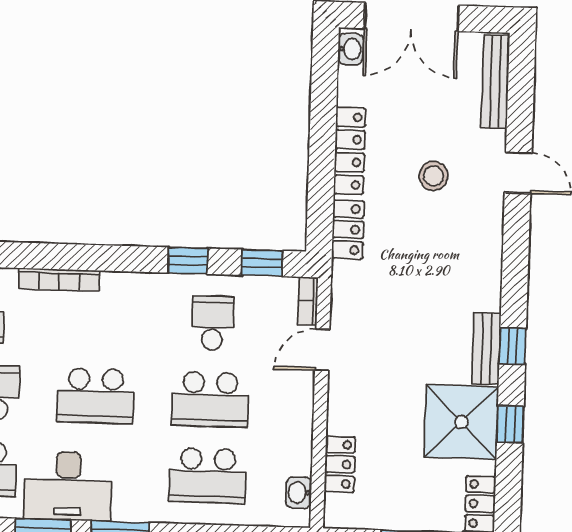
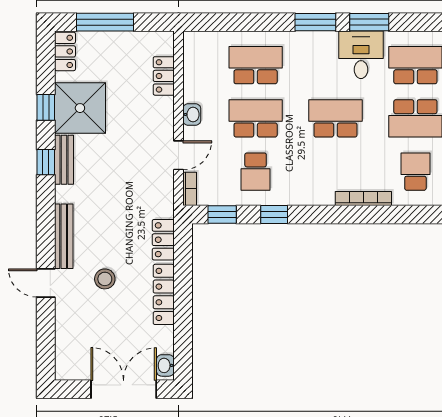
bench: (495, 81) -> (64, 236), moved
desk: (68, 486) -> (361, 55), width x0.73
washbasin: (299, 493) -> (192, 114), moved

